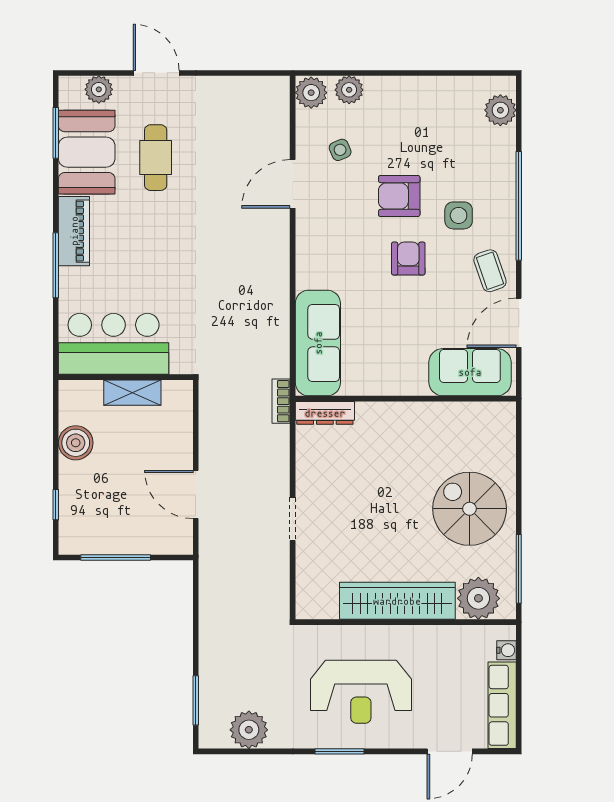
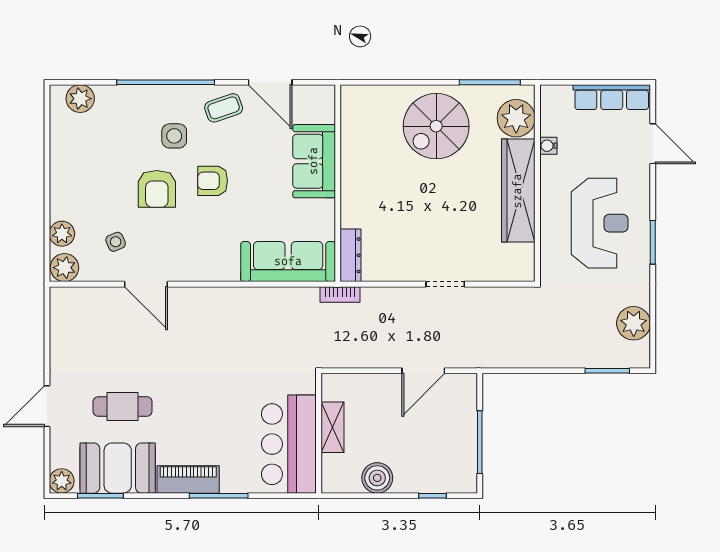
plant: (99, 89) -> (62, 481), moved
sofa: (470, 372) -> (314, 161), moved
water cooler: (506, 650) -> (548, 146), moved, turned -90

